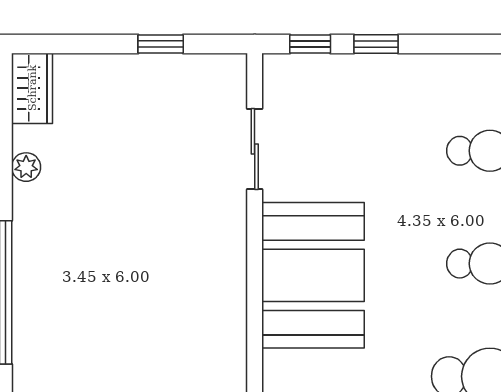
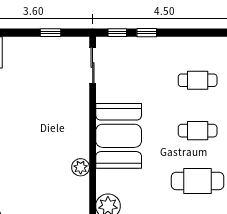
sliding door: (255, 149) -> (93, 65), moved
plant: (228, 346) -> (81, 167), added

